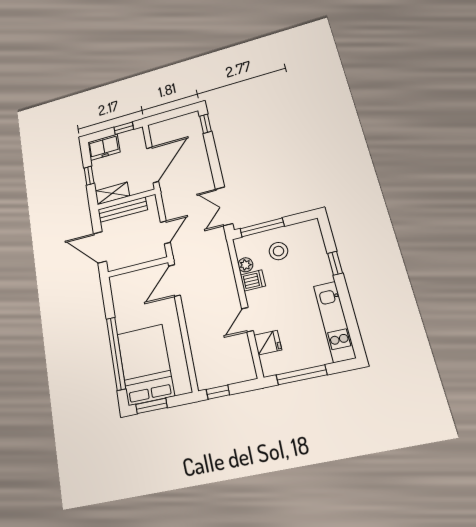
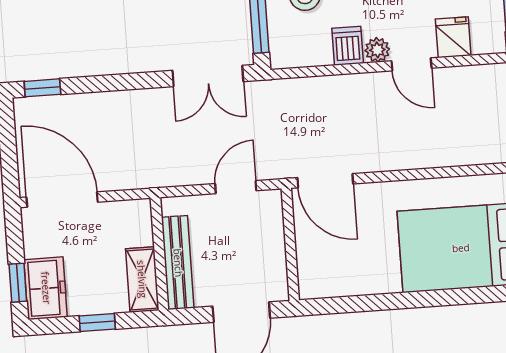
window: (124, 128) -> (18, 283), moved
door: (153, 165) -> (62, 200), moved
door: (165, 232) -> (236, 187), hinge flipped
plant: (245, 265) -> (377, 50), moved
window: (116, 353) -> (435, 298), removed

